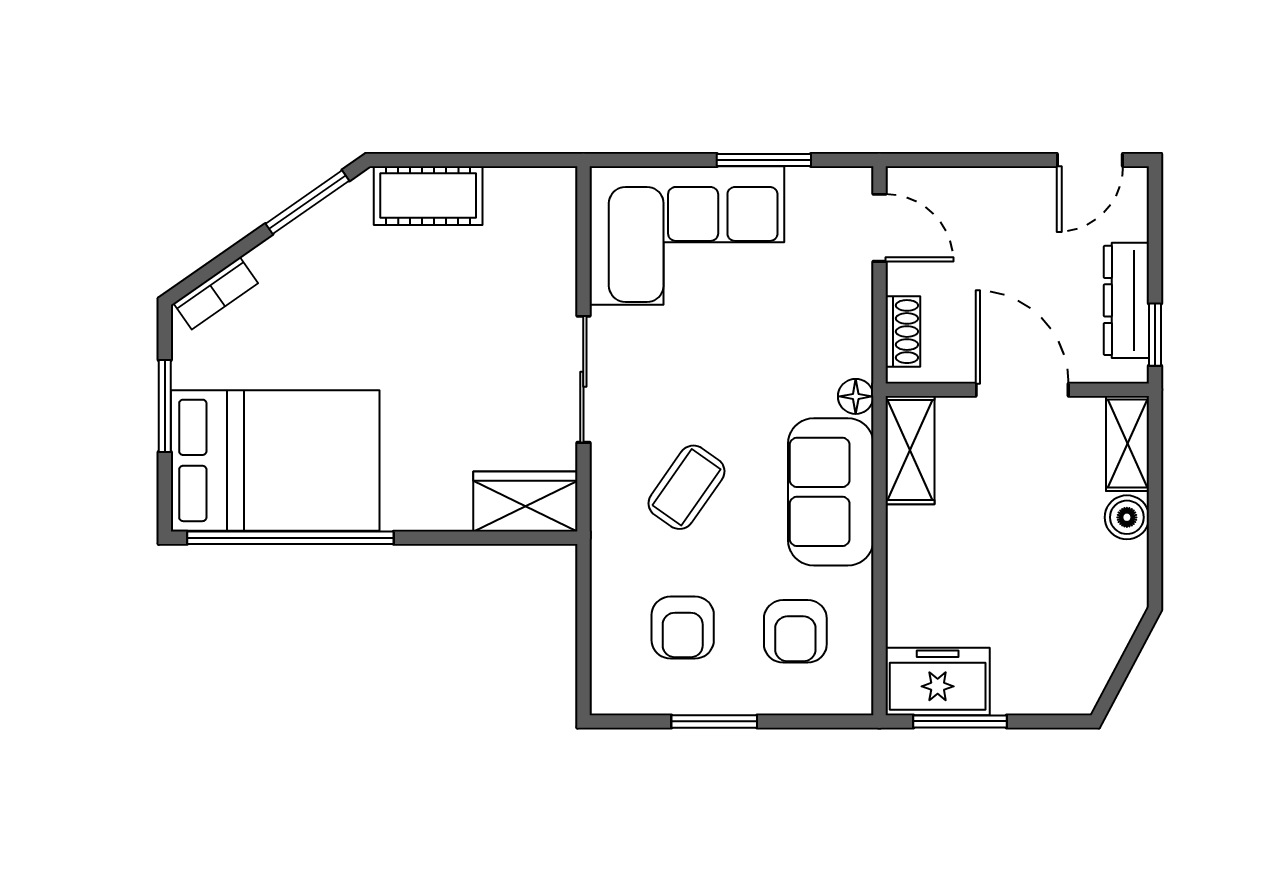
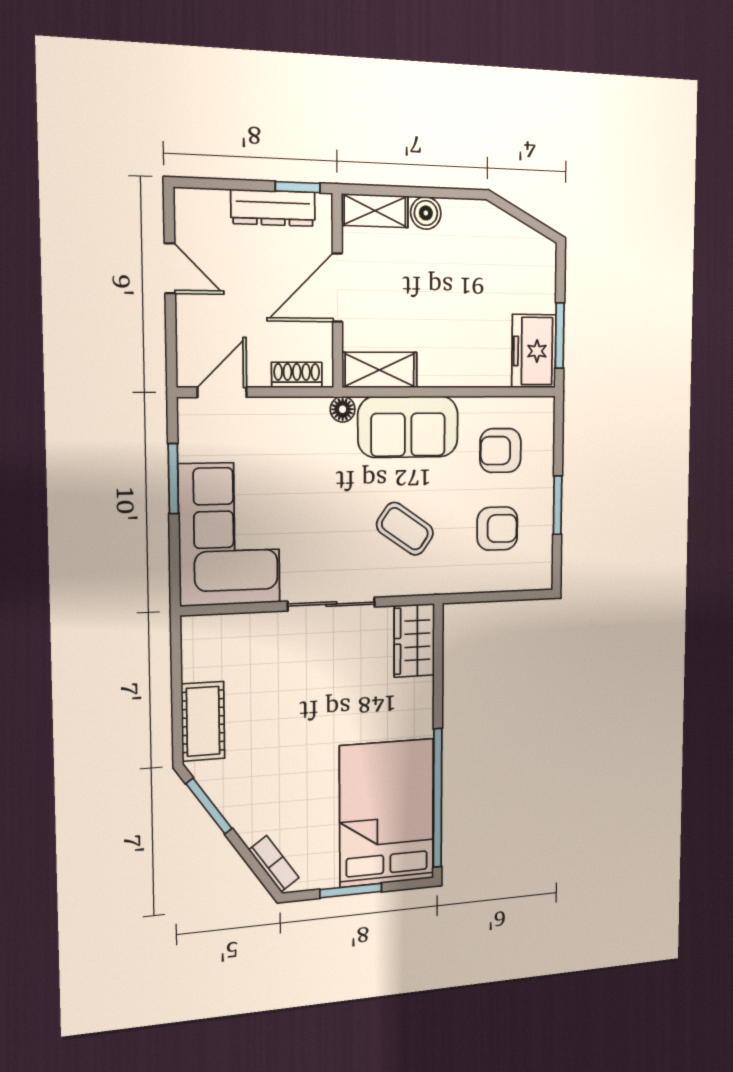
door: (1090, 160) -> (170, 268), moved
armchair: (795, 631) -> (500, 451), turned 180

